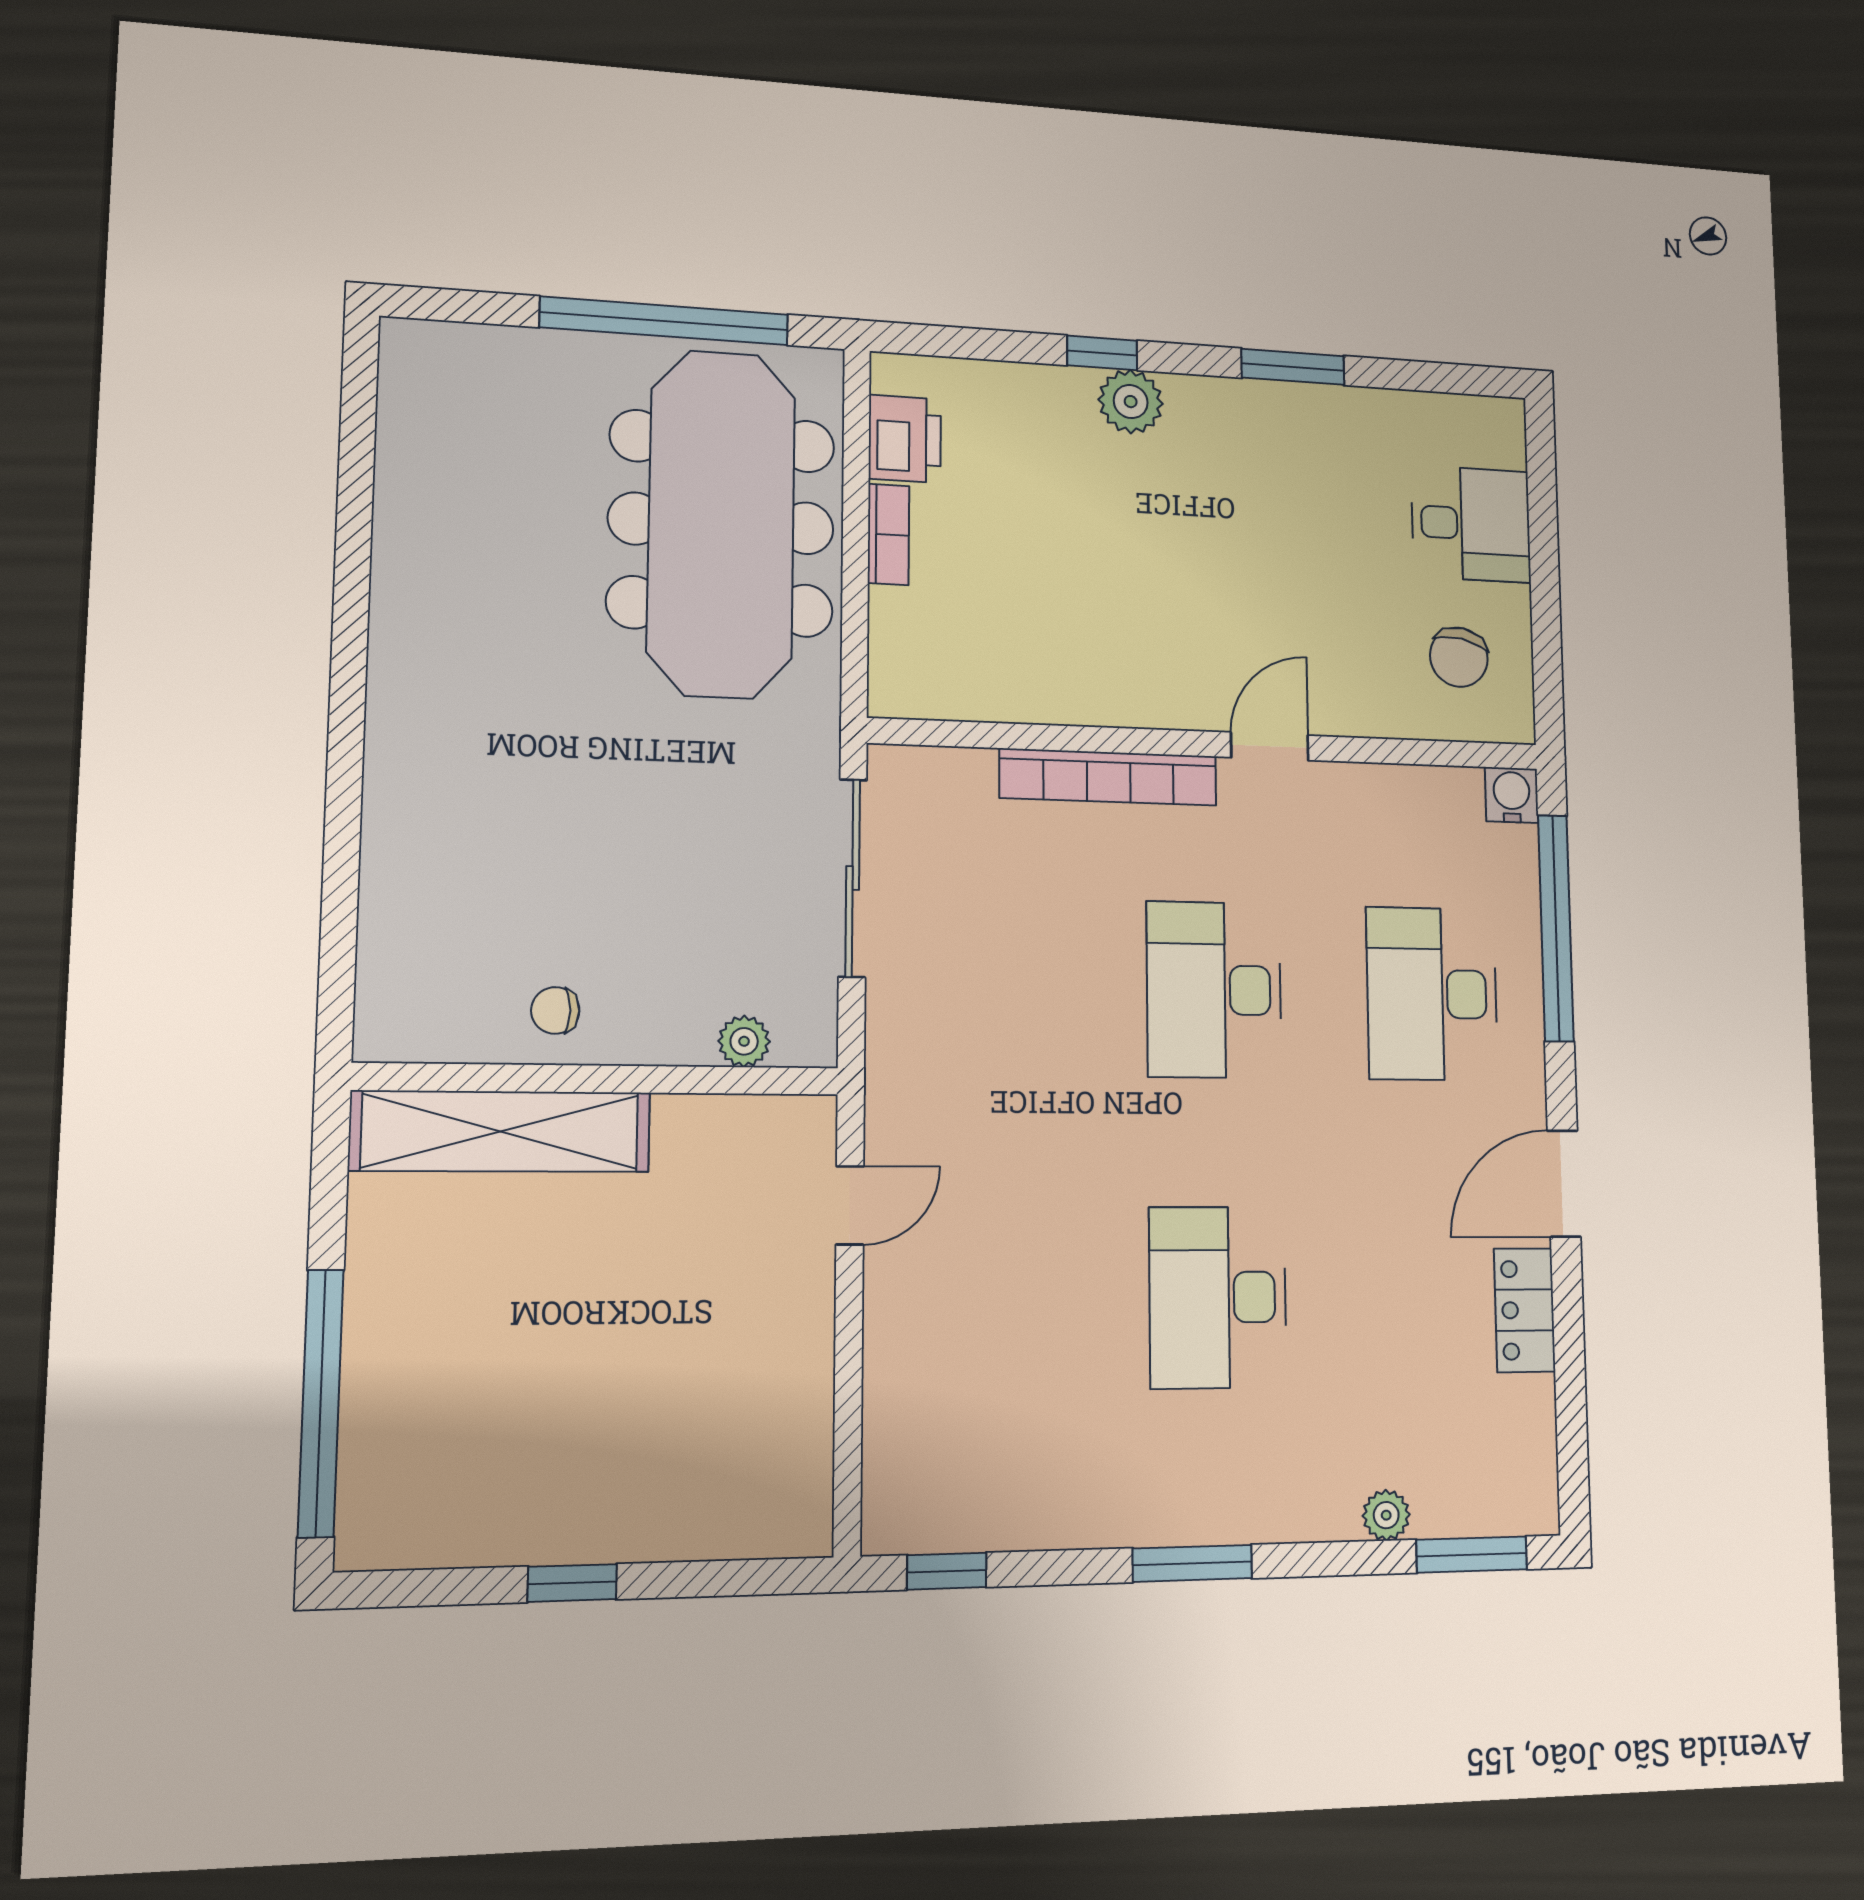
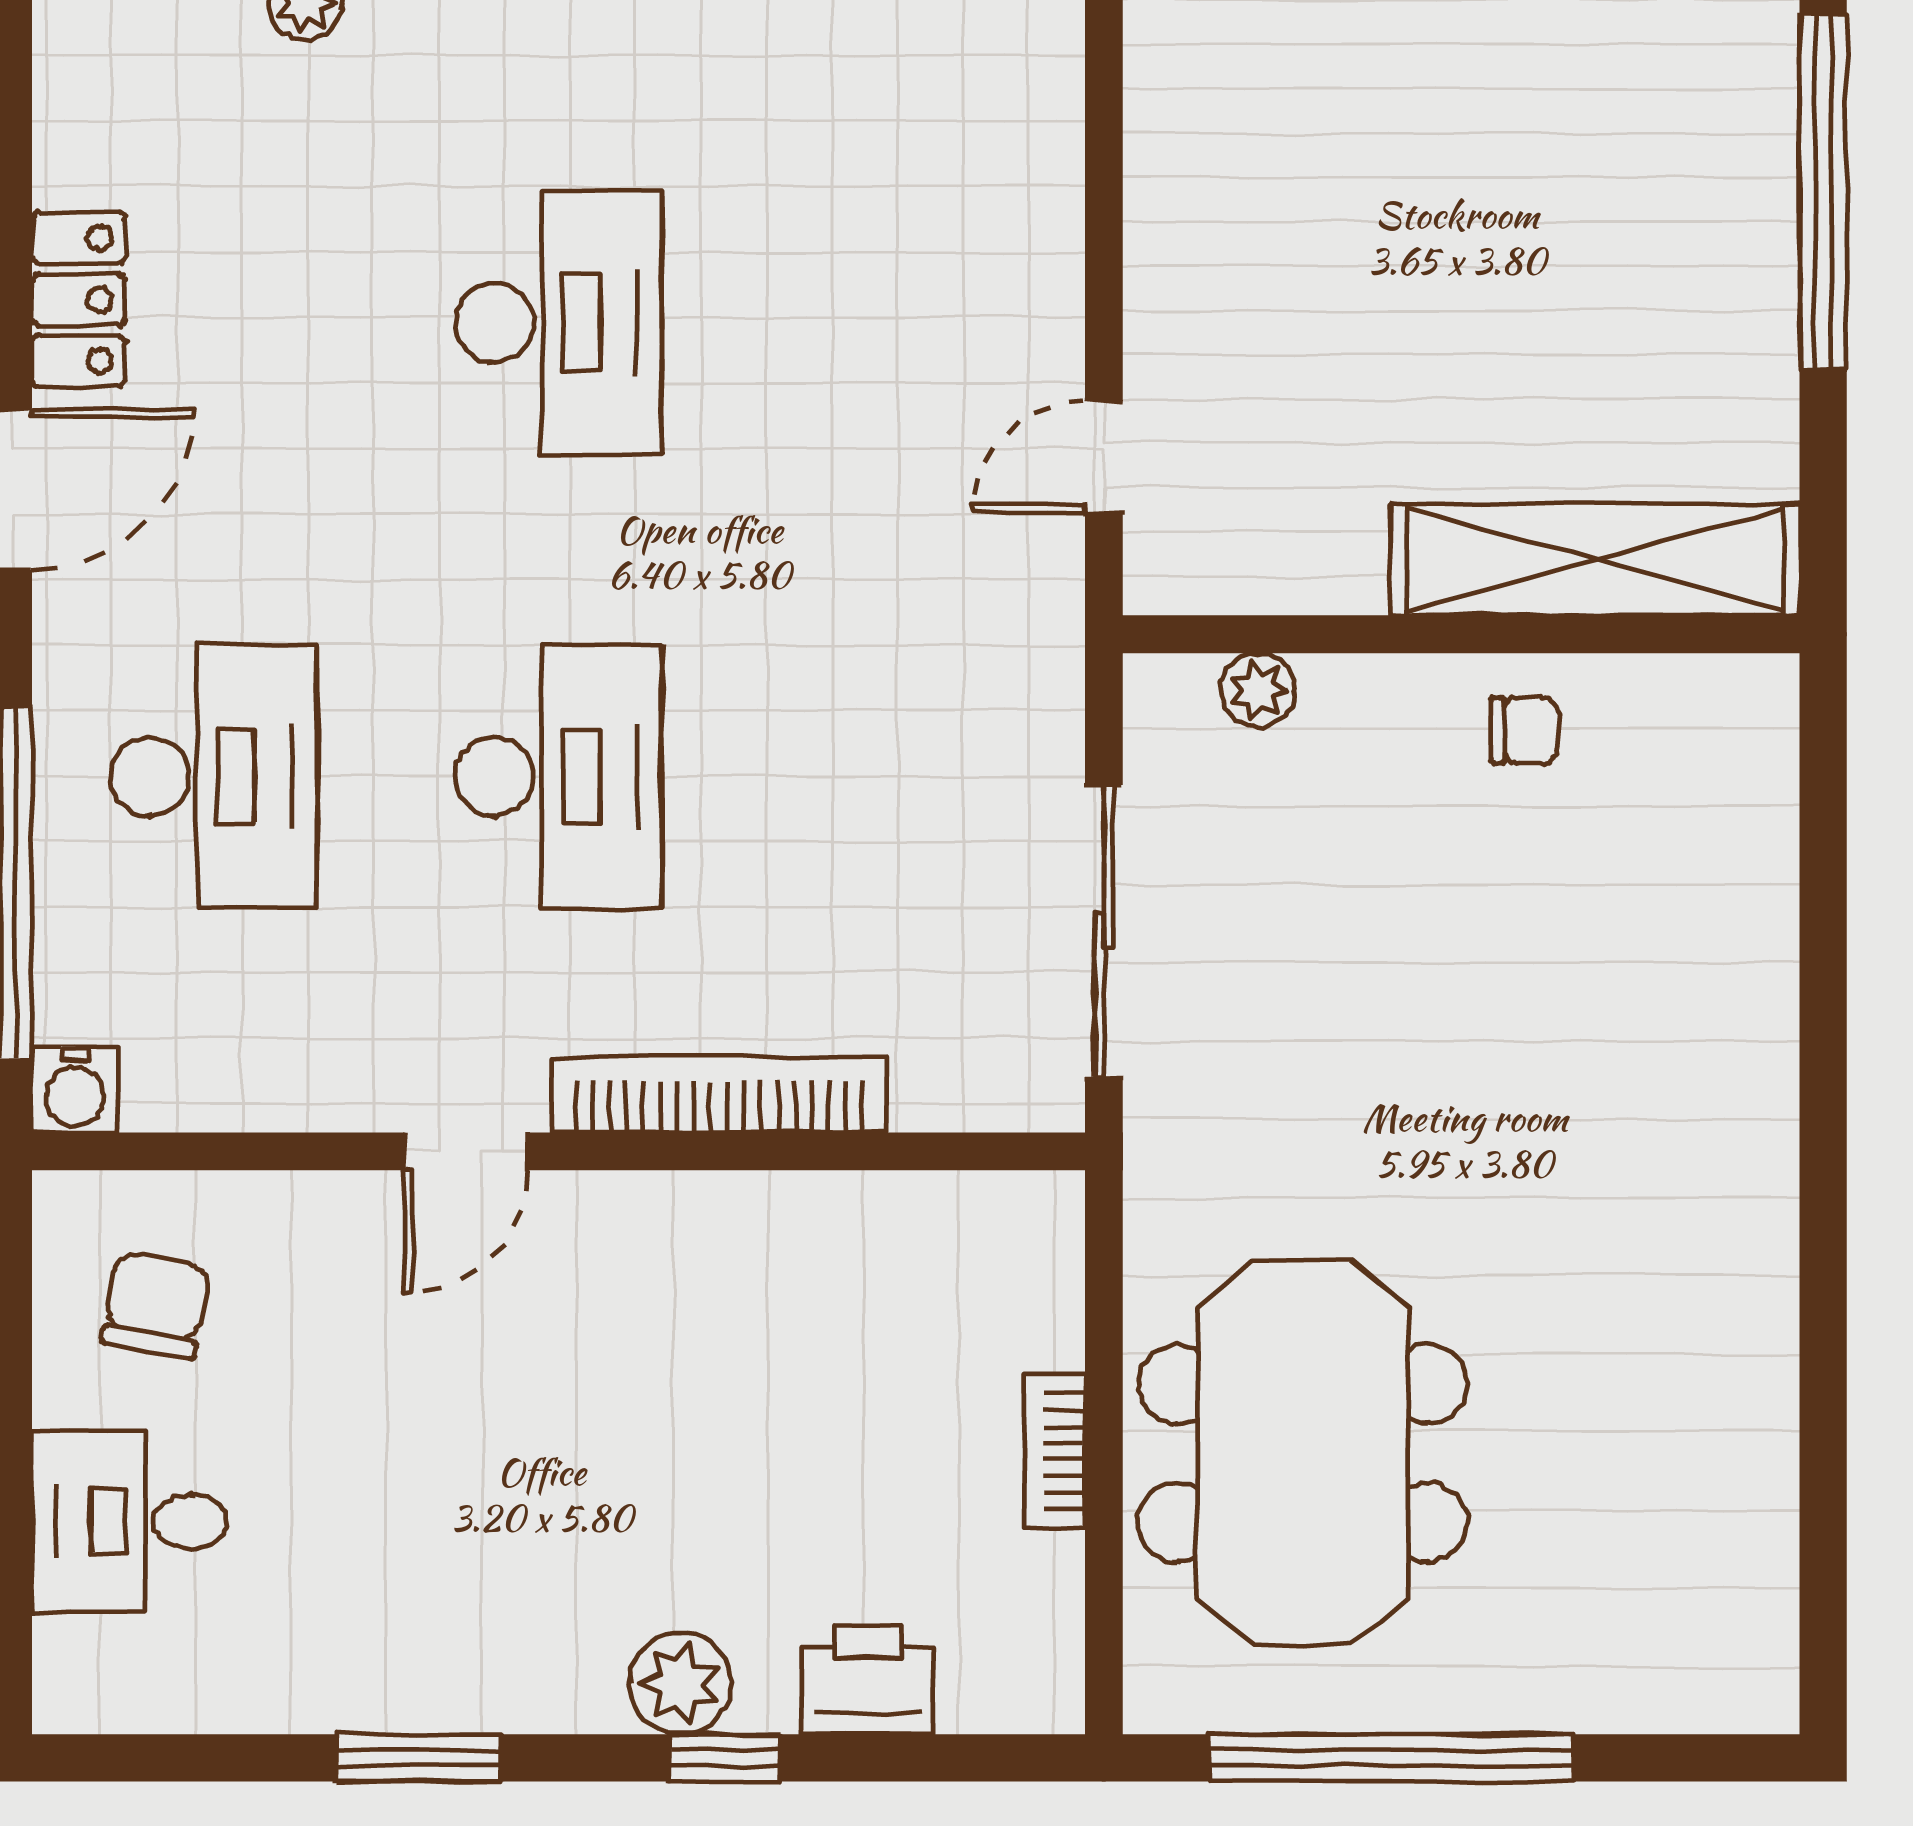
printer: (905, 439) -> (868, 1680), moved, turned 90
meeting table: (721, 523) -> (1303, 1453), width x0.73

